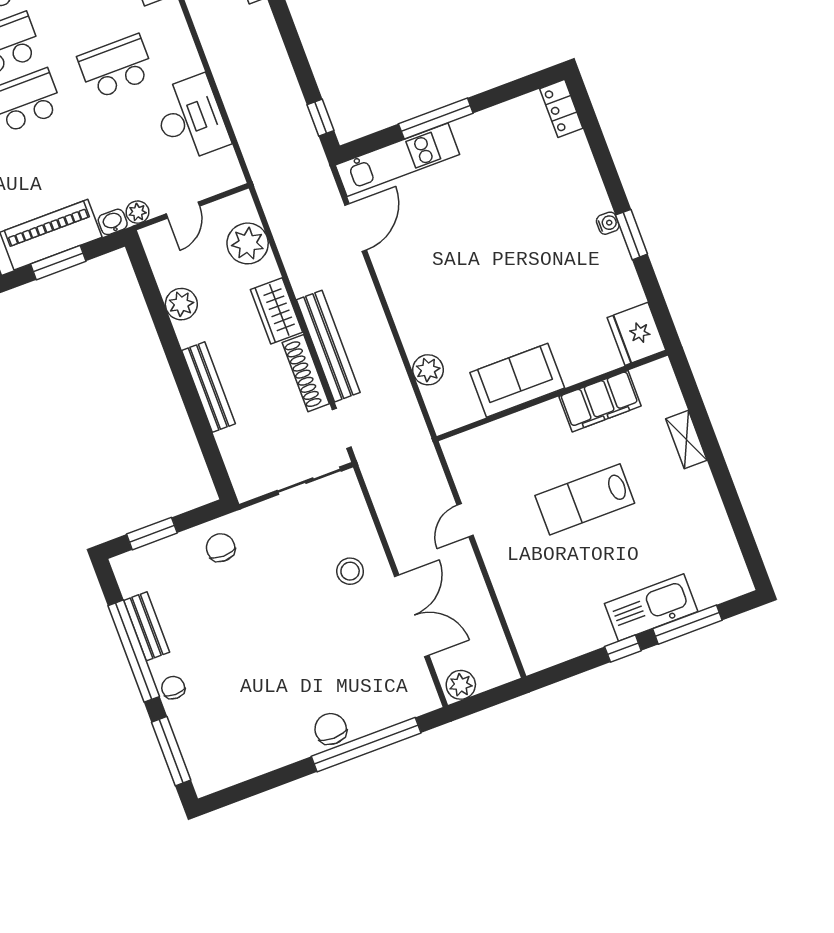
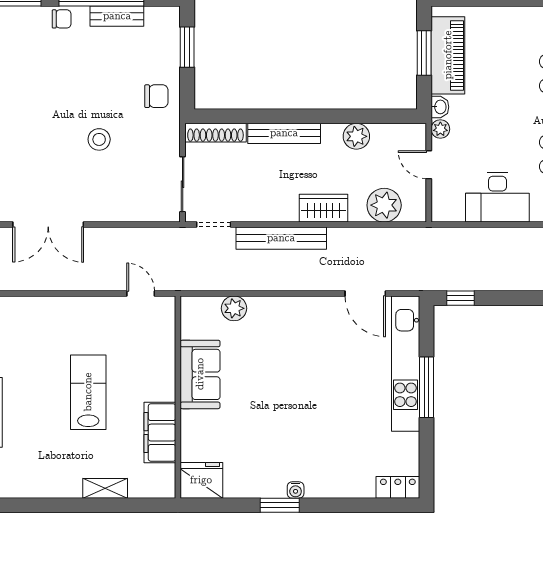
kitchen unit: (397, 160) -> (406, 364), width x1.36
shoe rack: (306, 373) -> (215, 133), moved, turned 180
door: (465, 520) -> (141, 293), moved
stool: (350, 571) -> (99, 139), moved

